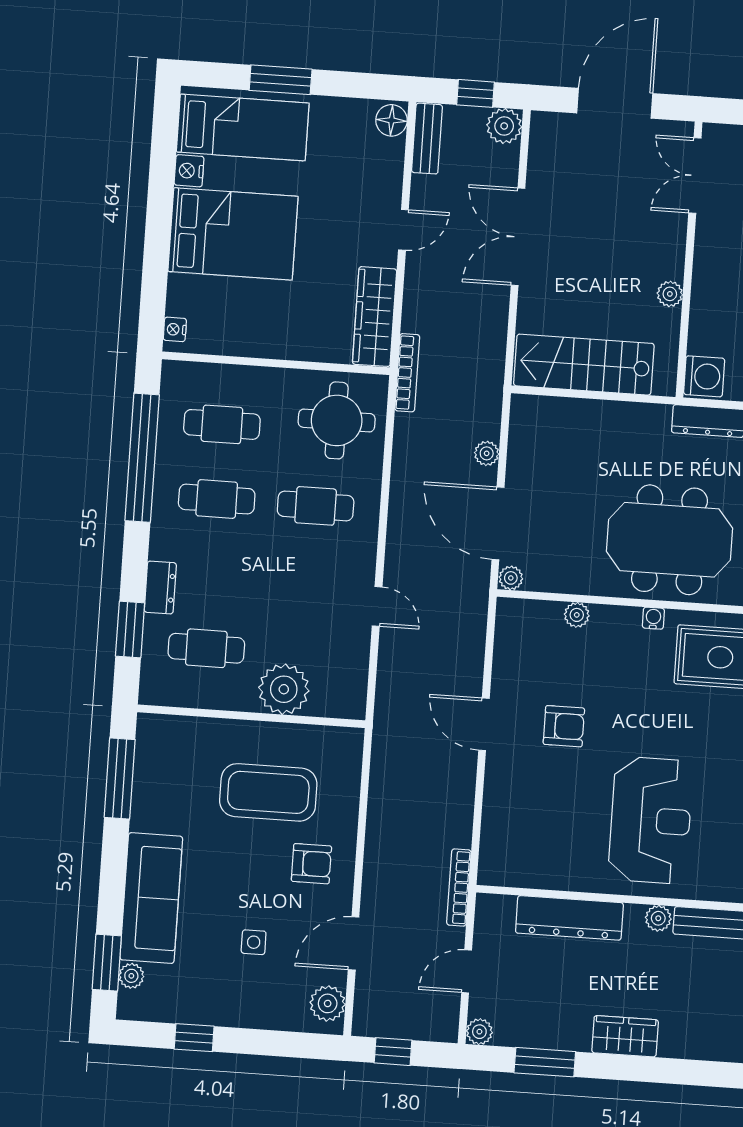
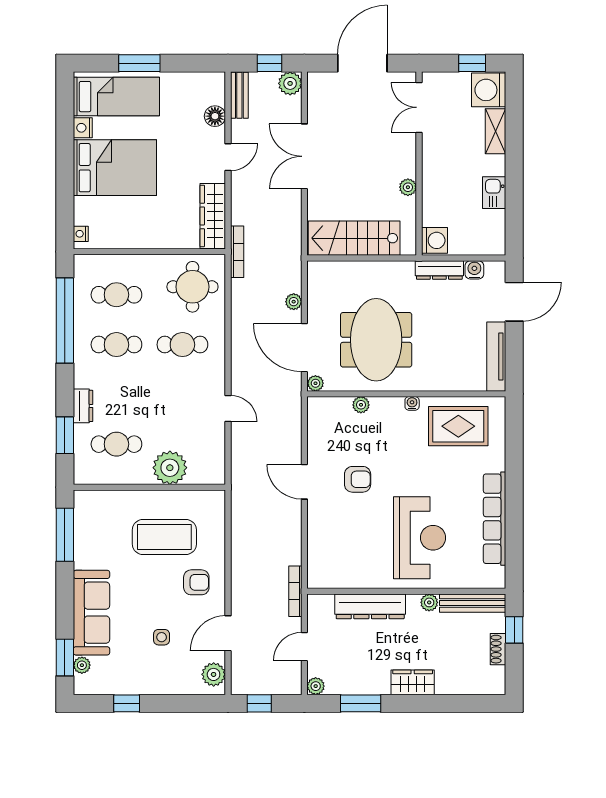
floor lamp: (391, 120) -> (215, 116), moved
meeting table: (669, 540) -> (376, 340), moved, turned 90

